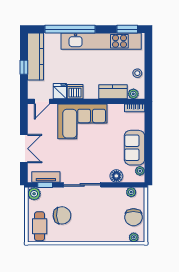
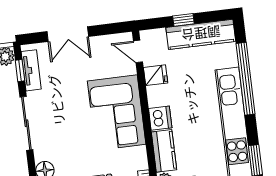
dishwasher: (75, 92) -> (160, 118), moved

